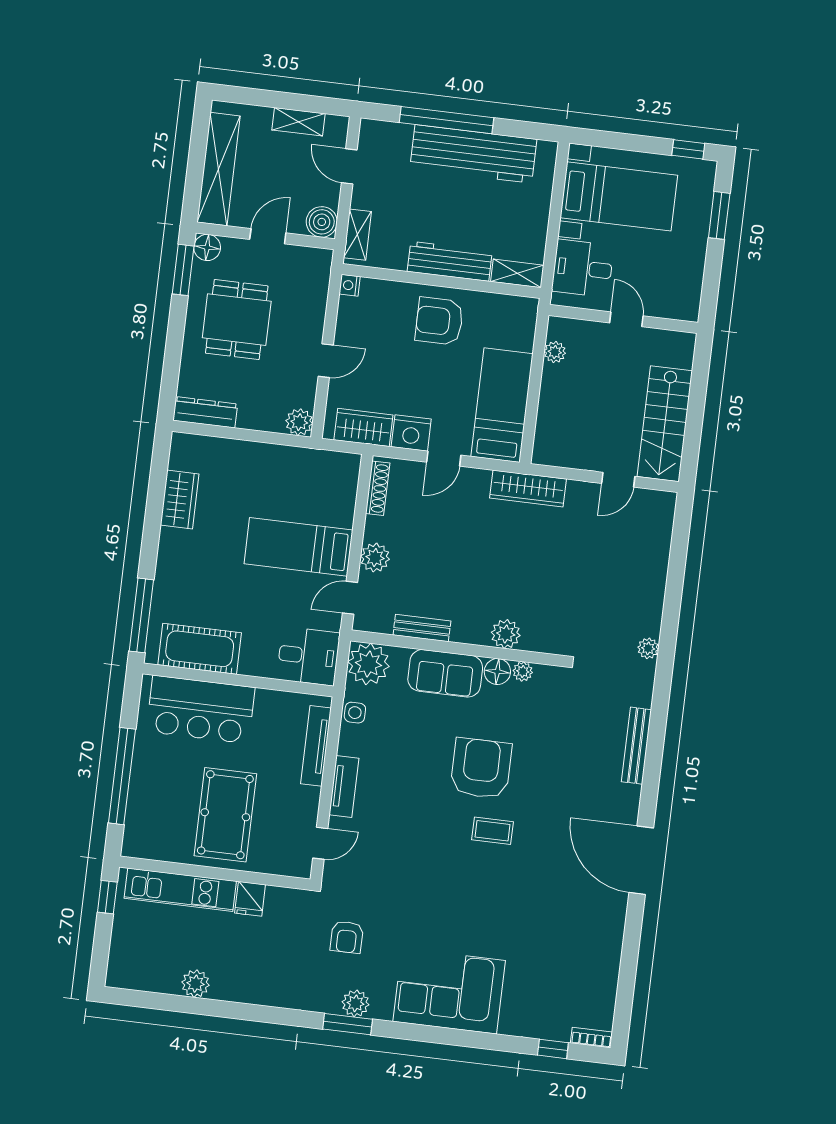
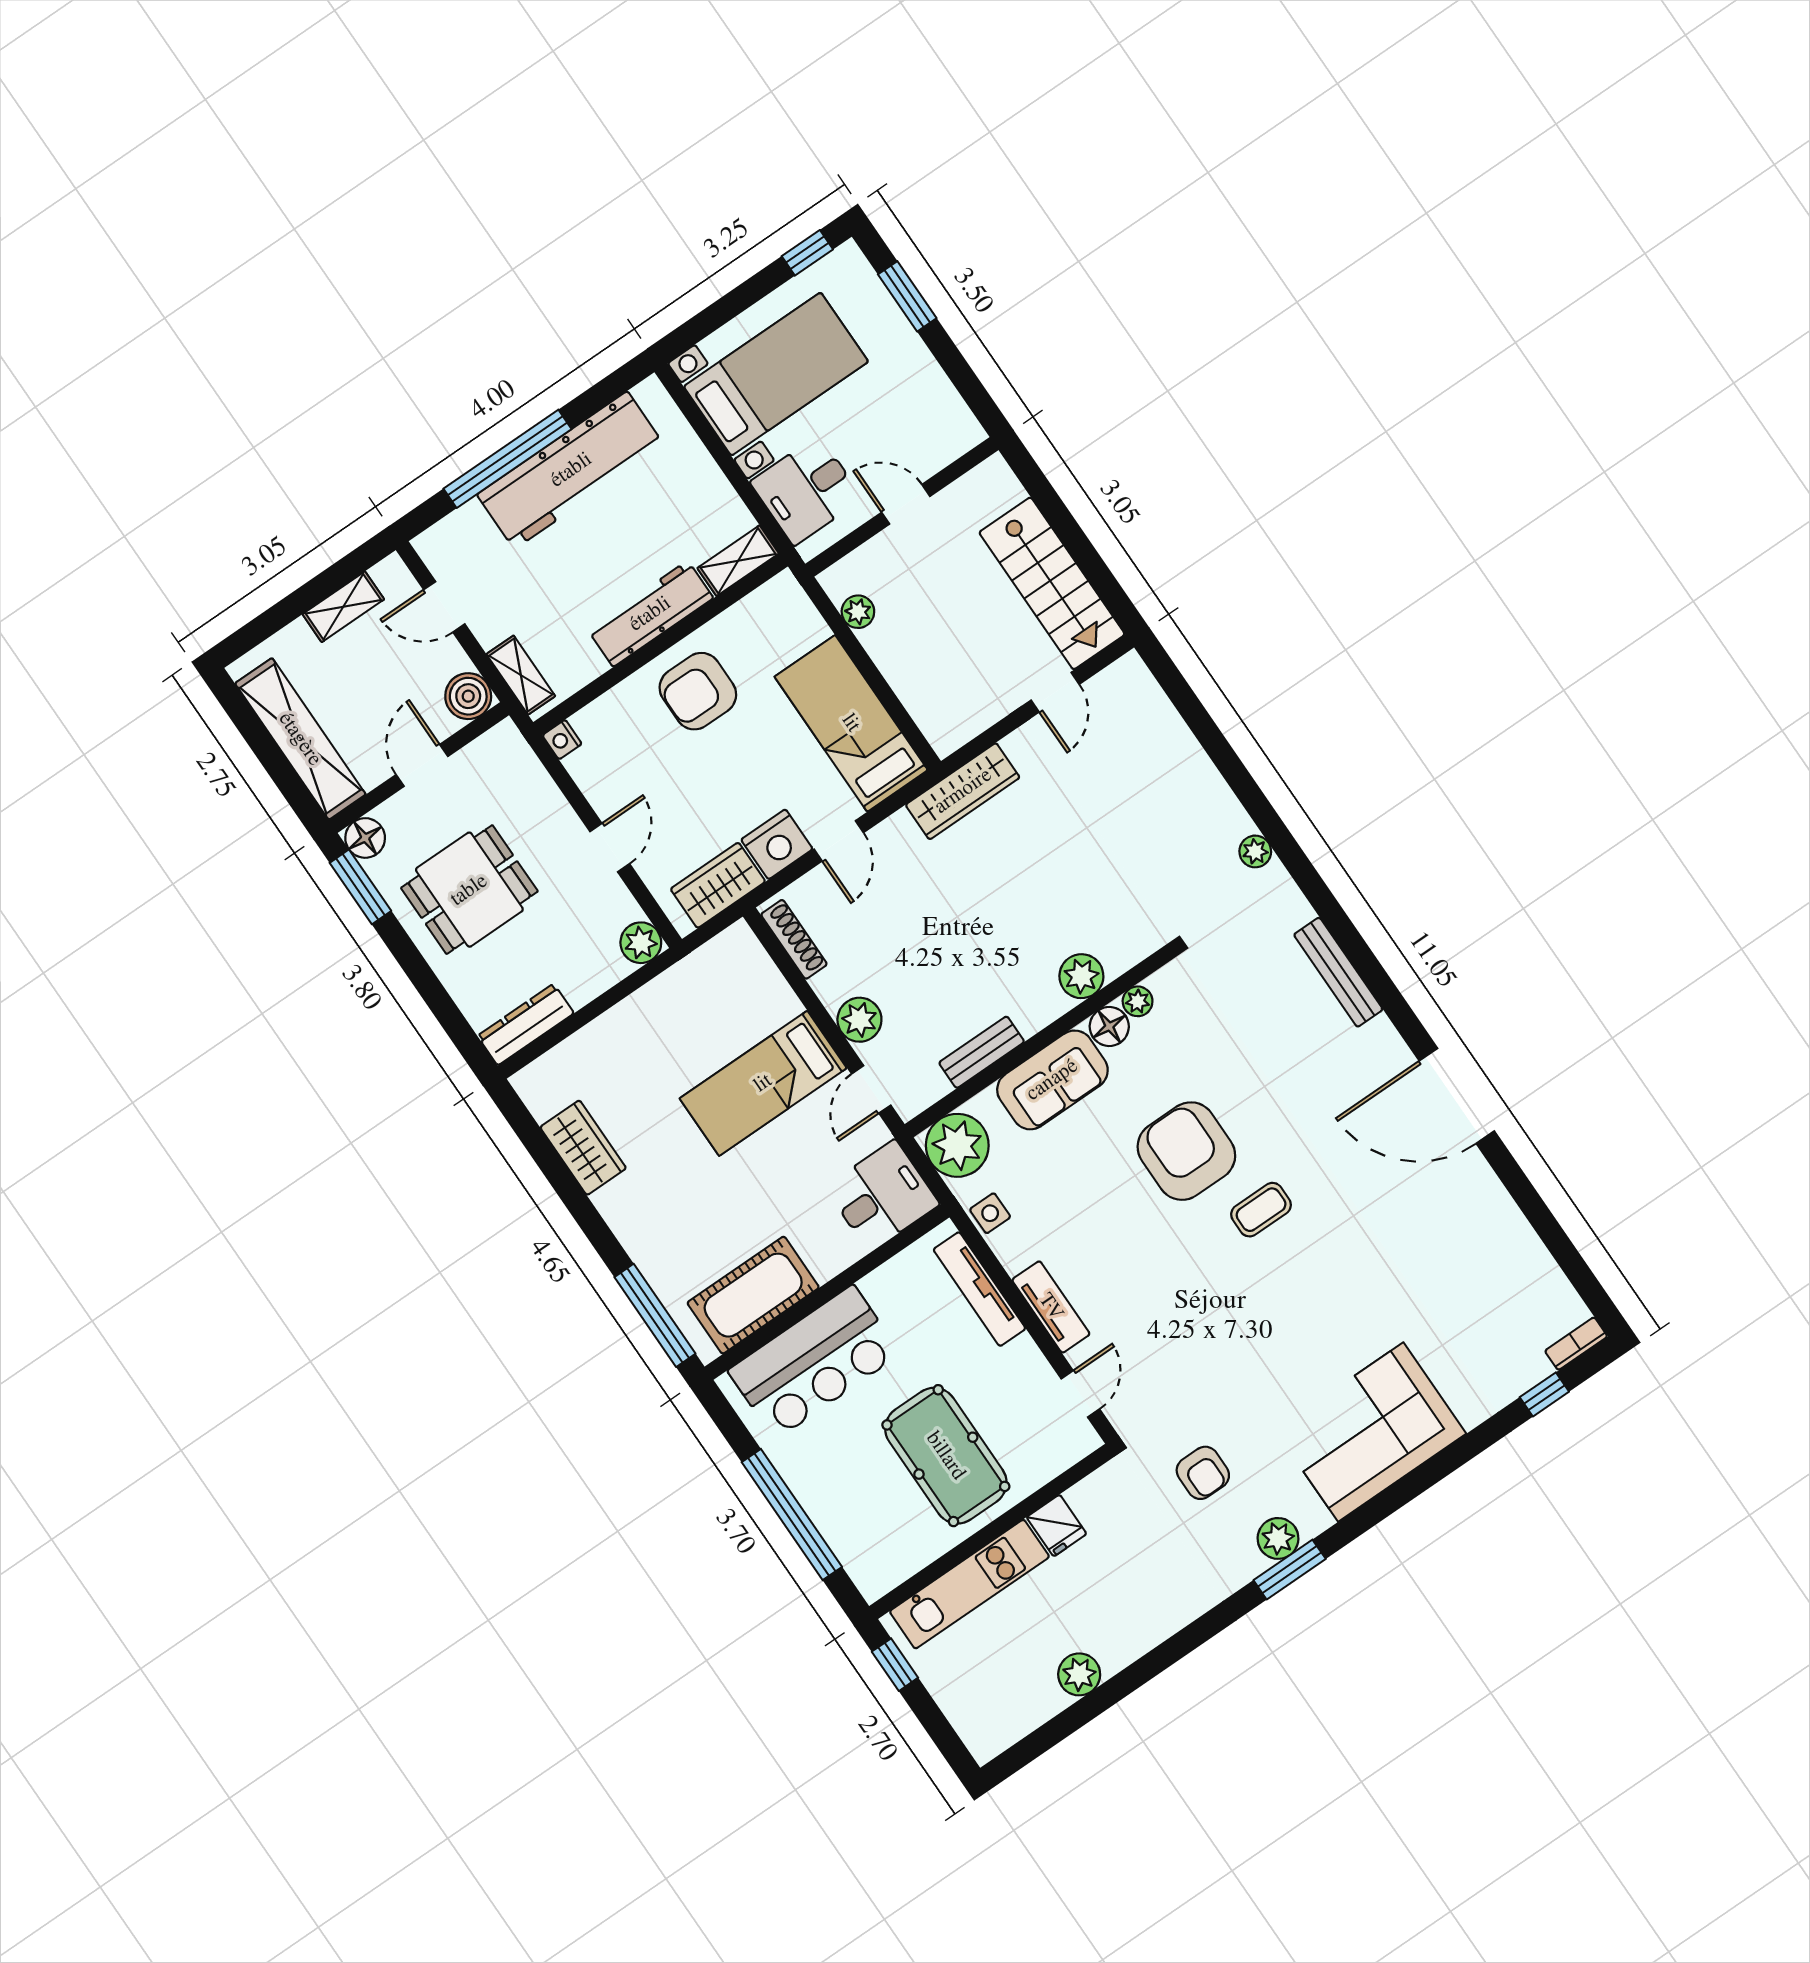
dining table: (237, 320) -> (469, 890), turned 90

